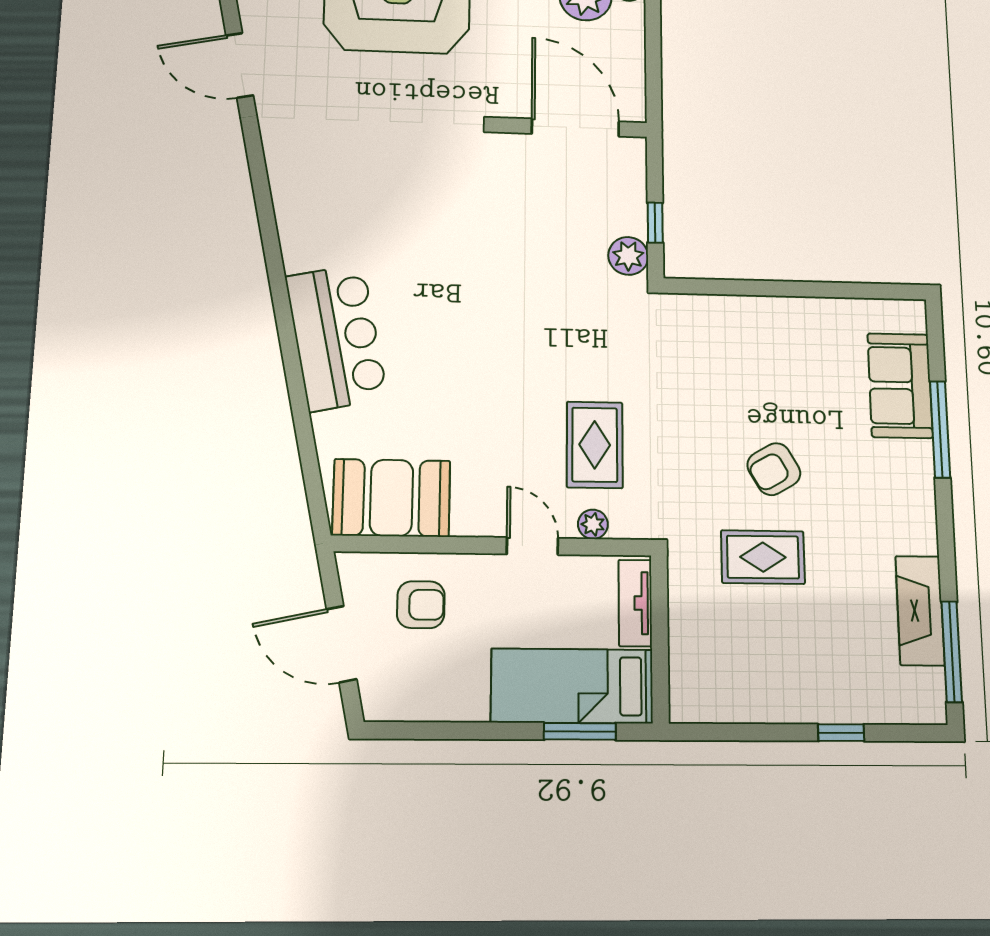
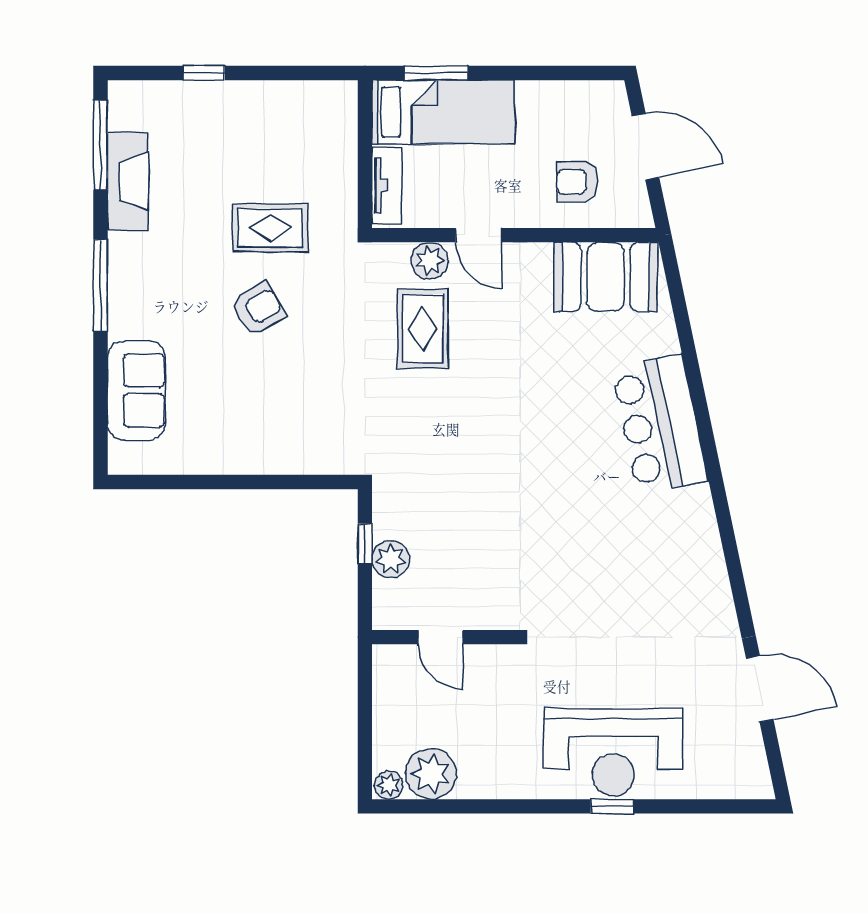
door: (575, 128) -> (441, 637), width x0.53
plant: (628, 256) -> (391, 559), moved
window: (940, 429) -> (101, 285), moved
plant: (593, 524) -> (430, 261), width x1.38, depth x1.38

